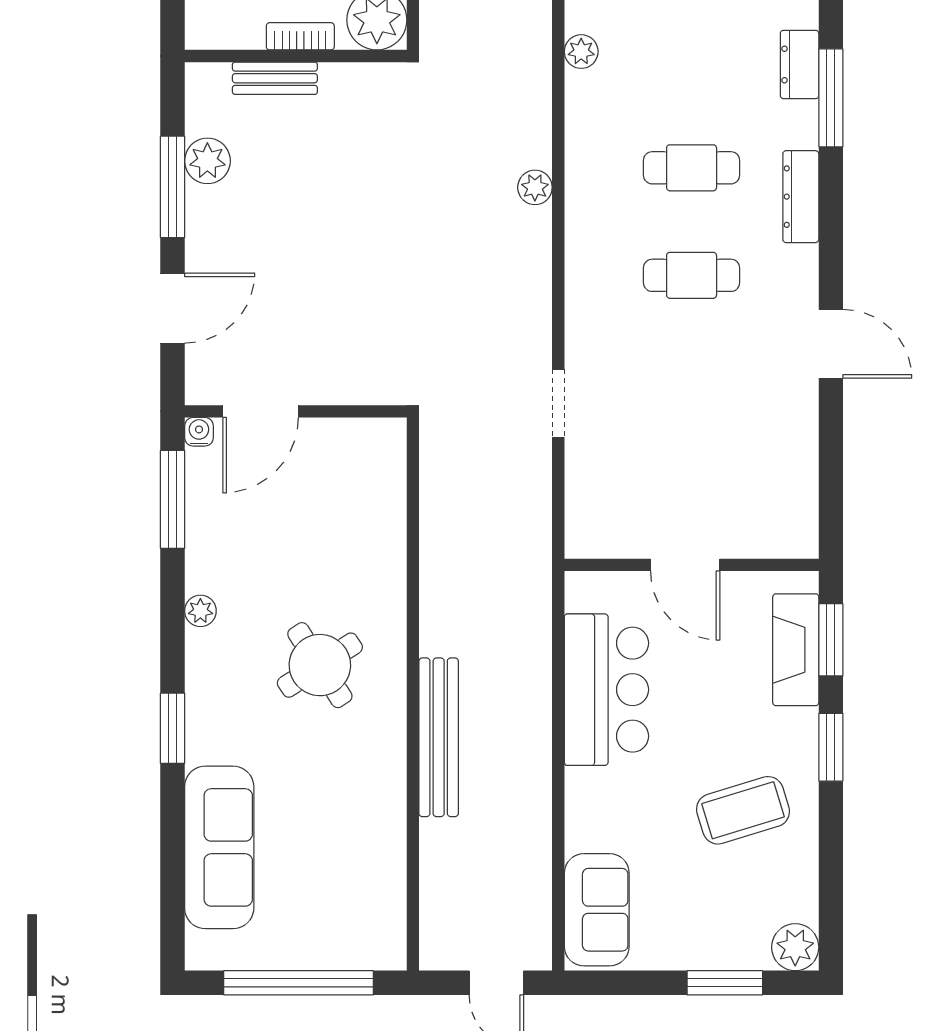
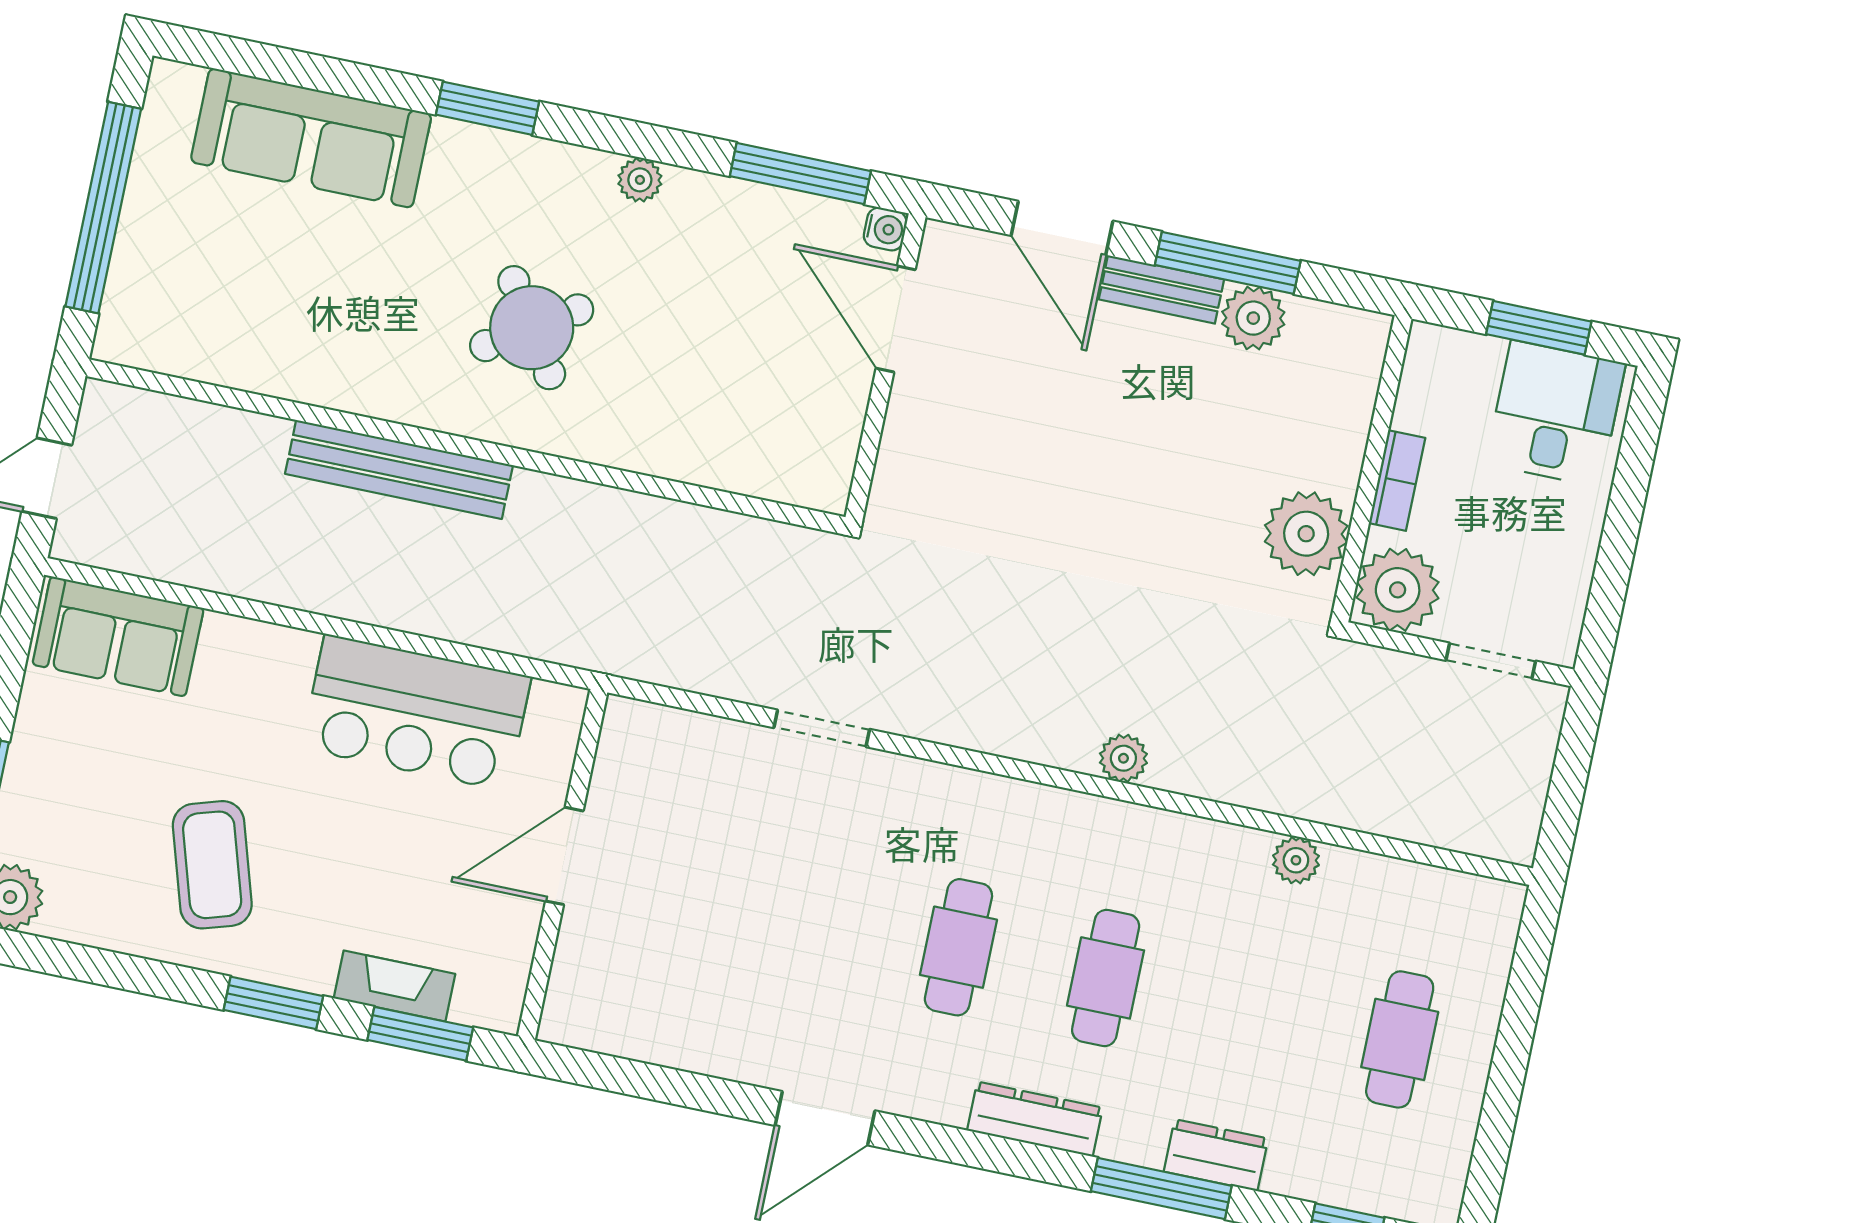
bench: (275, 78) -> (1161, 289), moved, turned 90
plant: (351, 92) -> (1306, 534), added
fireplace: (796, 650) -> (394, 986), width x0.73, depth x0.76

